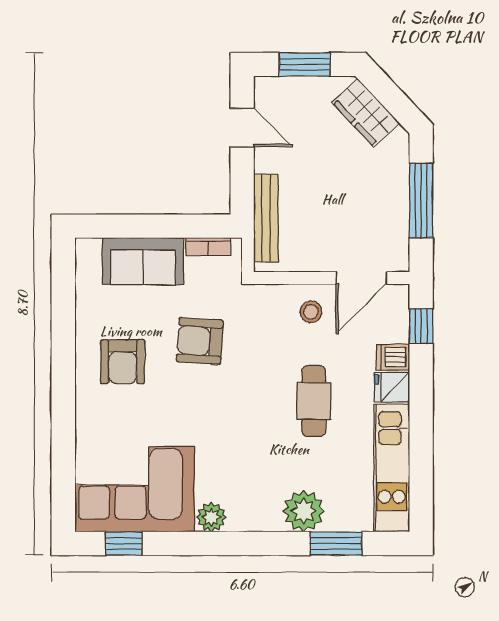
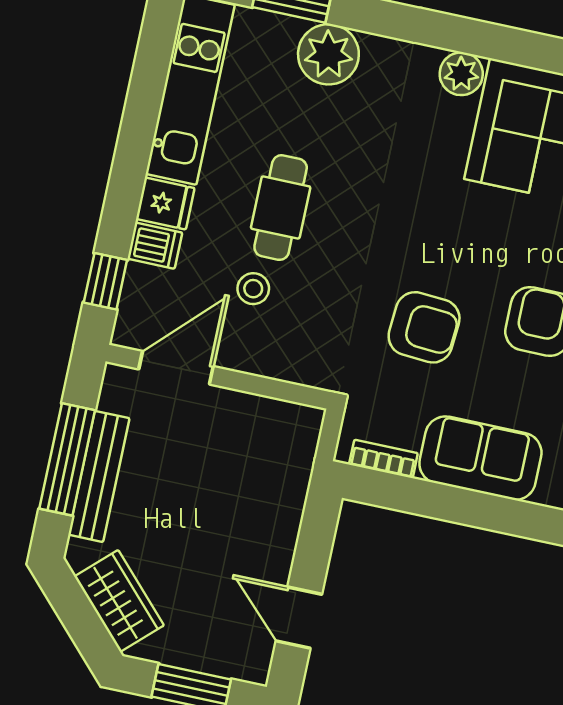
bench: (266, 218) -> (99, 476), moved
stool: (311, 312) -> (253, 289), moved

